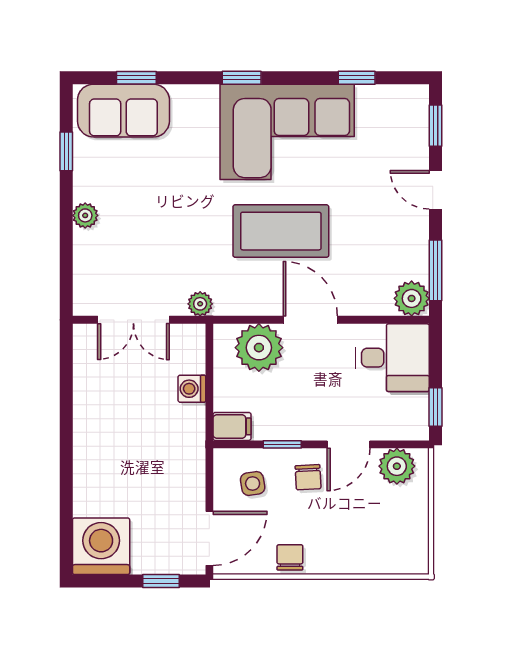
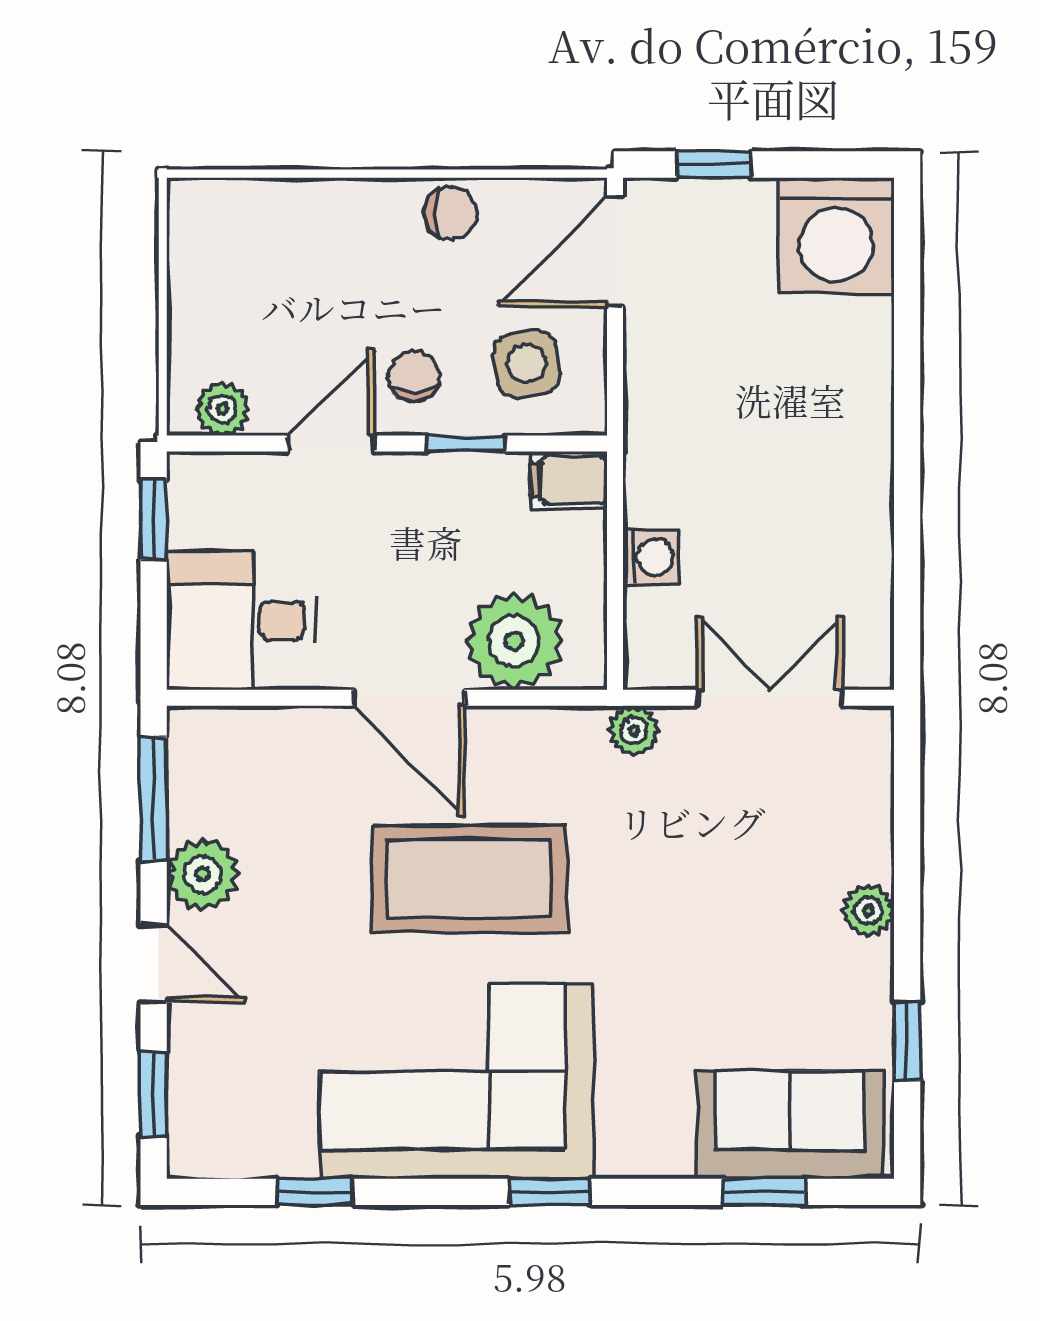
plant: (412, 298) -> (202, 874), moved
plant: (397, 466) -> (222, 409), width x0.73, depth x0.73
side table: (253, 484) -> (527, 364), width x1.37, depth x1.37
chair: (290, 557) -> (451, 213), turned -90

